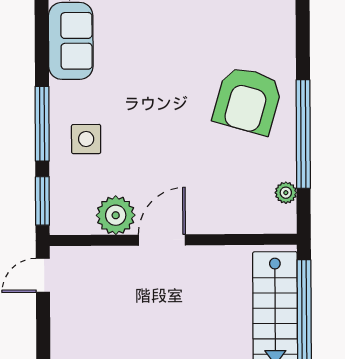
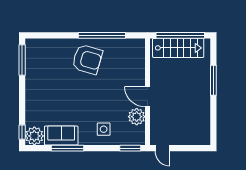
window: (42, 124) -> (67, 148), moved
plant: (286, 193) -> (127, 43), removed

